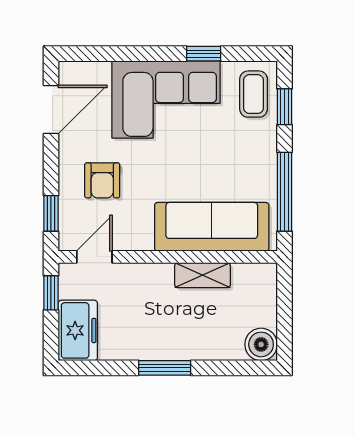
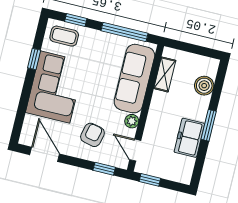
armchair: (102, 180) -> (92, 135), turned -77
plant: (141, 239) -> (132, 121), added
shelving: (202, 275) -> (165, 74), moved
freezer: (78, 330) -> (189, 138), moved, turned -90
boiler: (261, 344) -> (204, 86), moved

